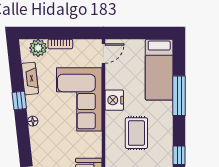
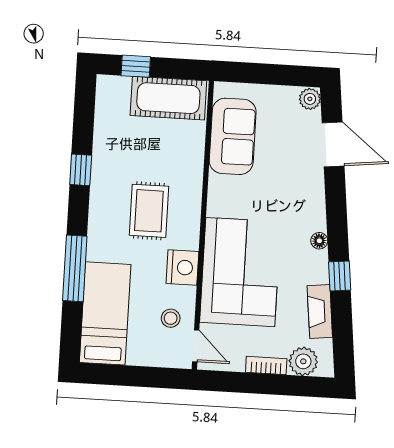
door: (103, 53) -> (196, 346), swing flipped
stool: (120, 69) -> (171, 318), added

